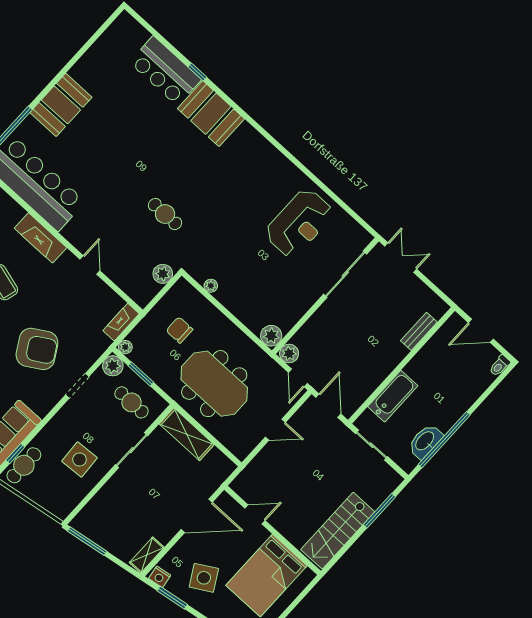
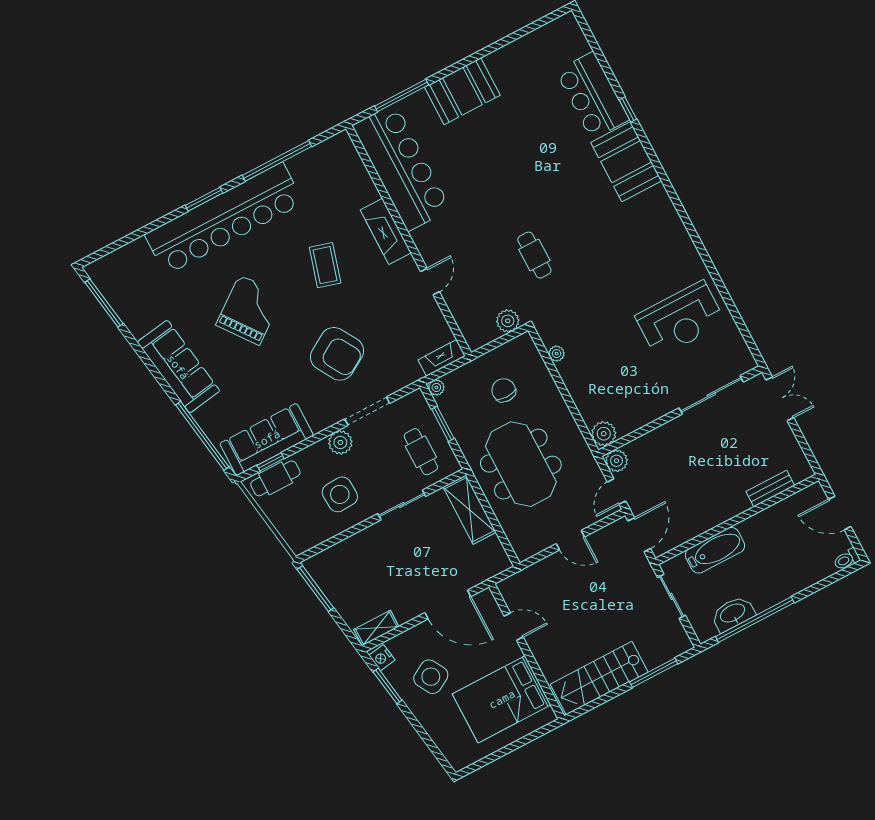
plant: (113, 366) -> (340, 442), moved
doorway: (77, 386) -> (367, 411), width x1.38

